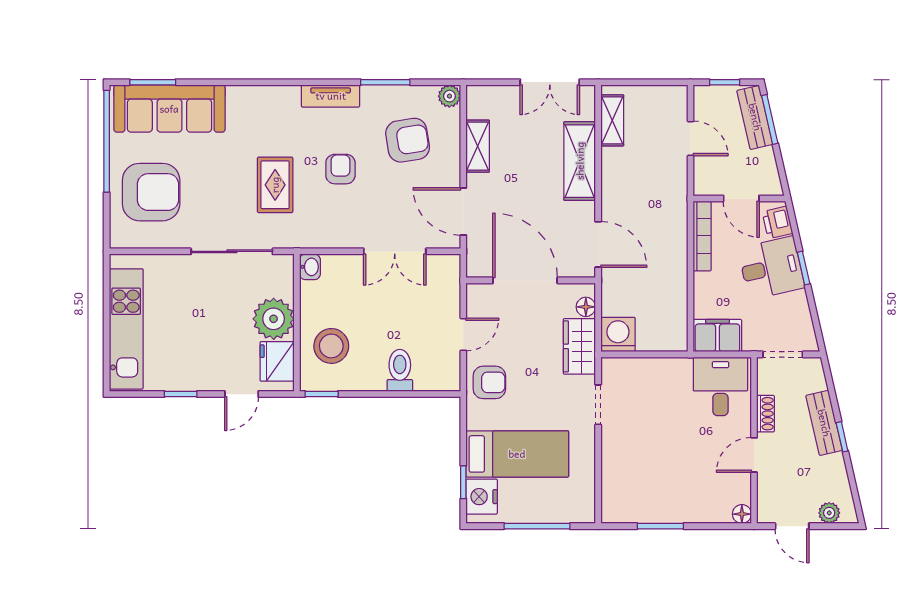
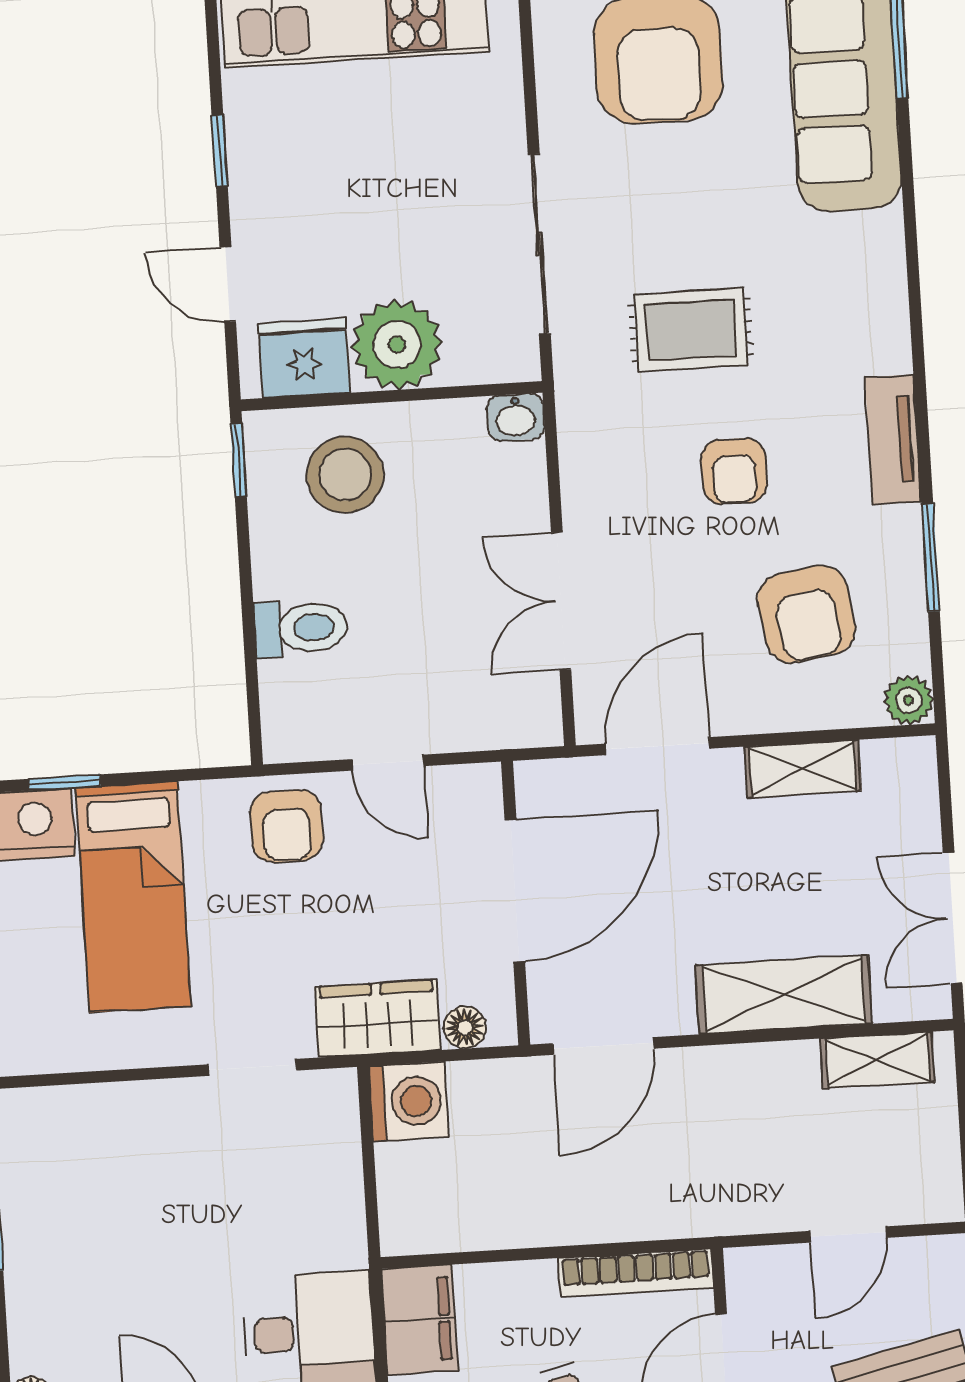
armchair: (340, 169) -> (734, 471), turned 90

